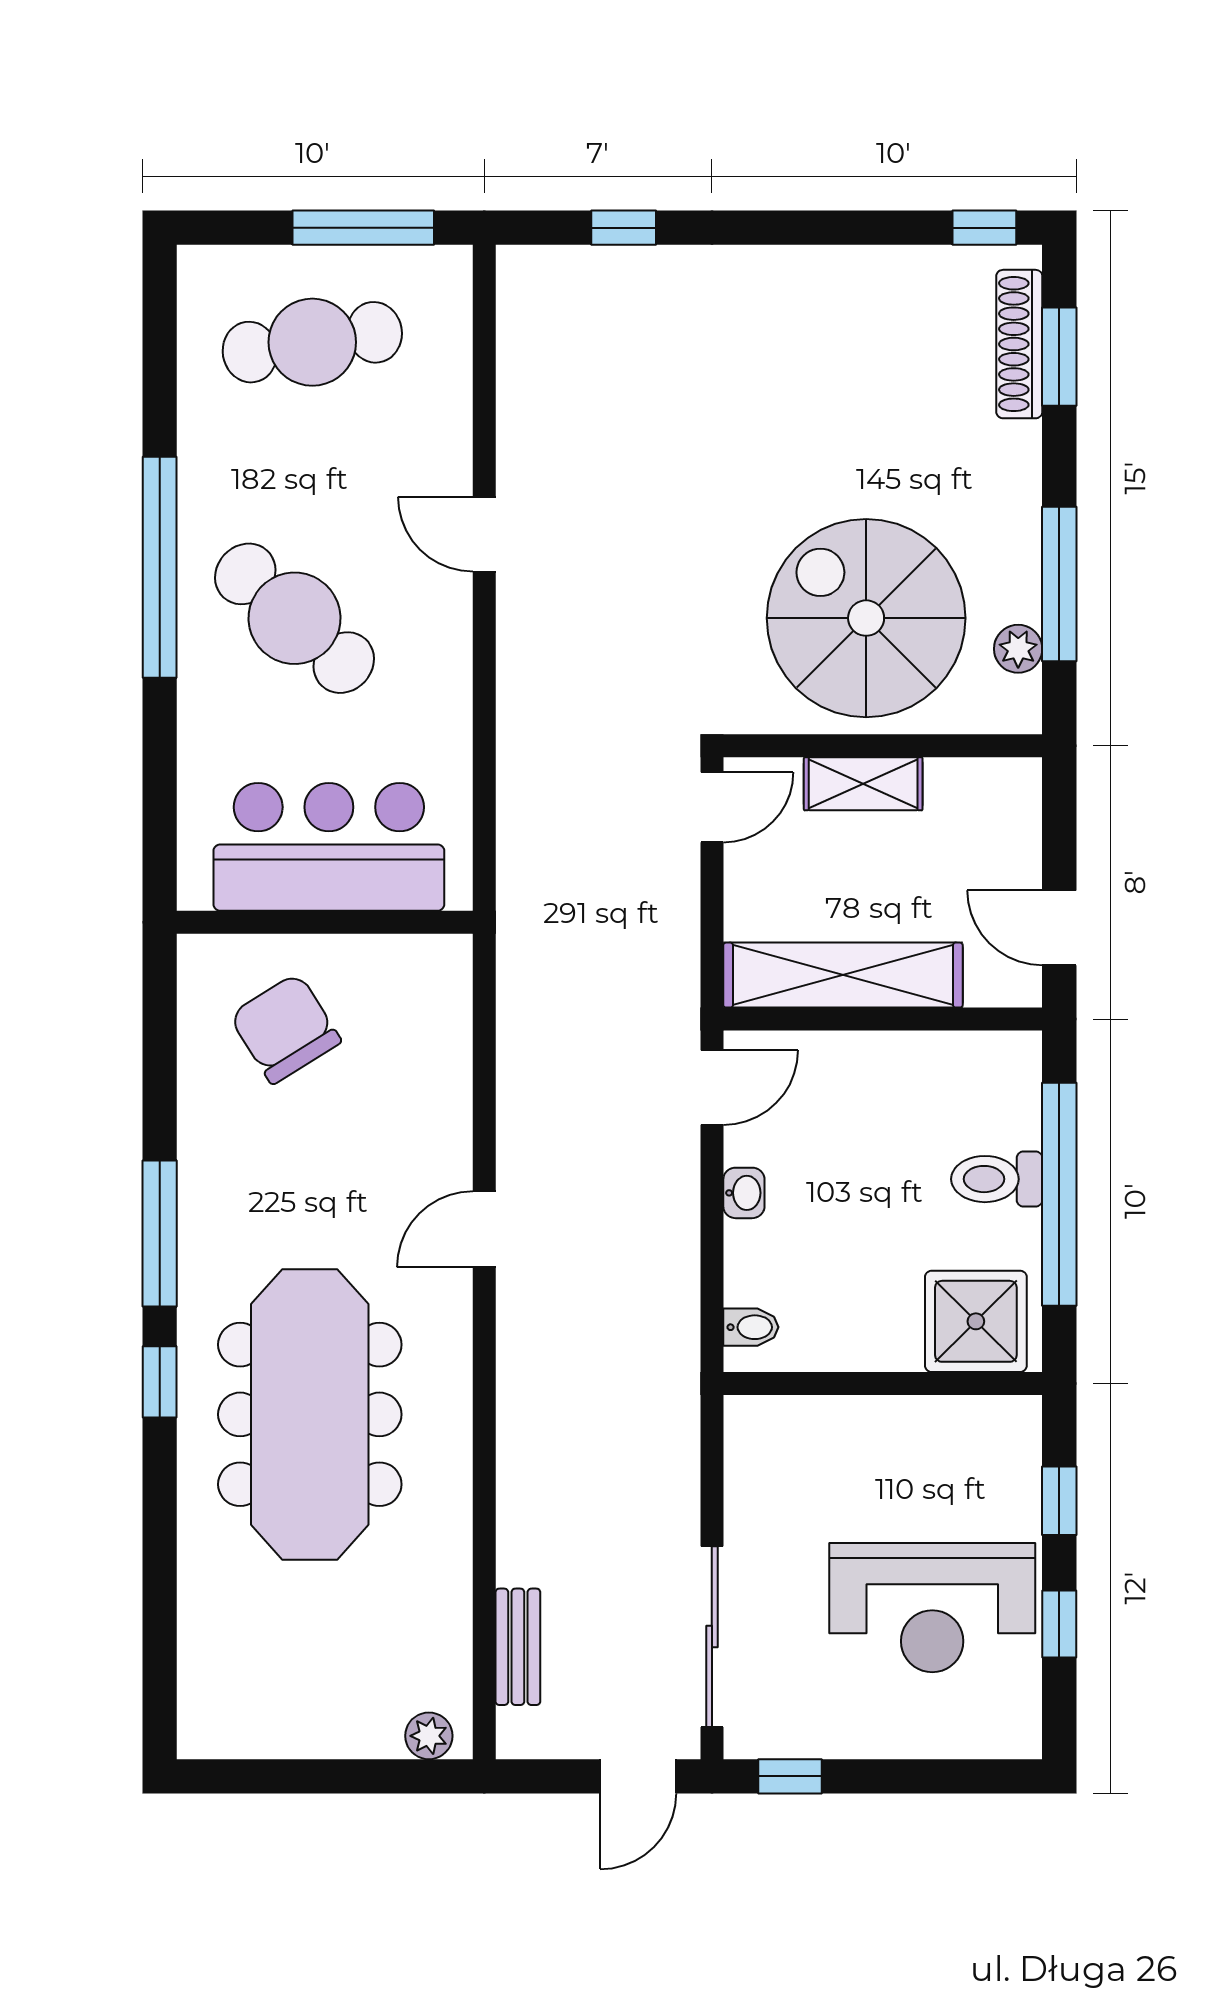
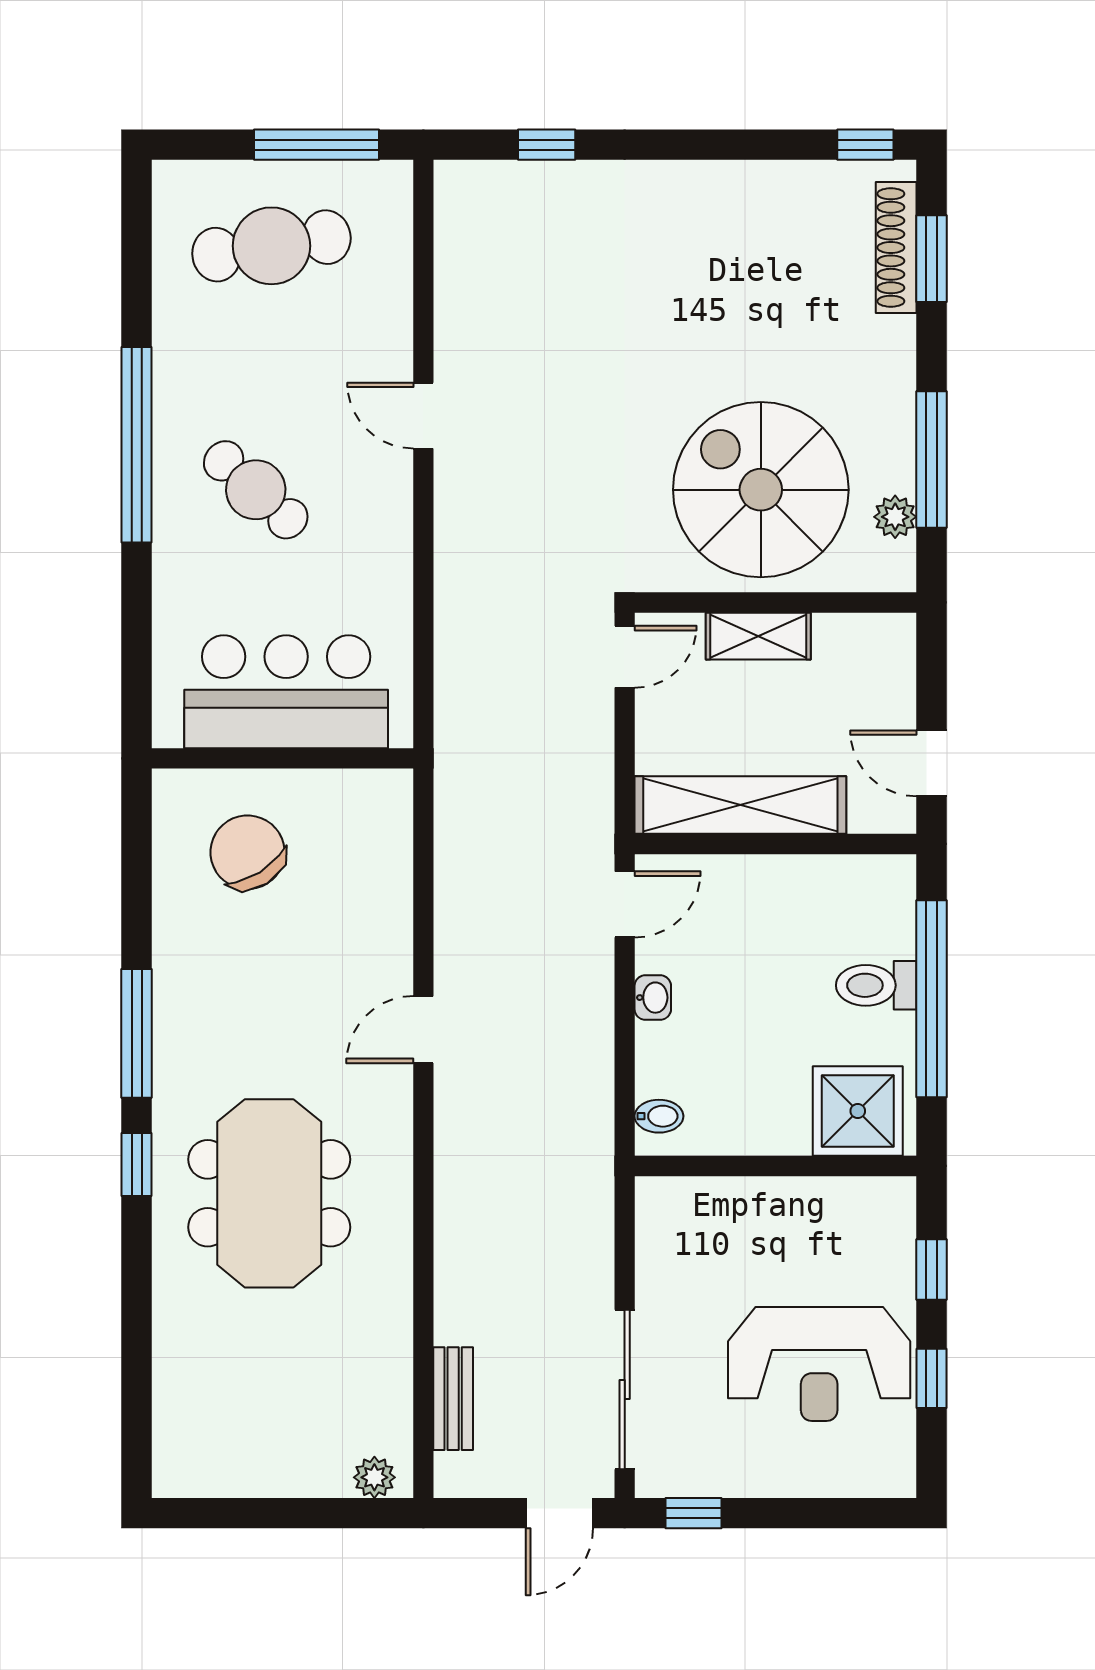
cafe table: (294, 618) -> (256, 490), width x0.73, depth x0.74
meeting table: (310, 1414) -> (269, 1193), width x0.73

